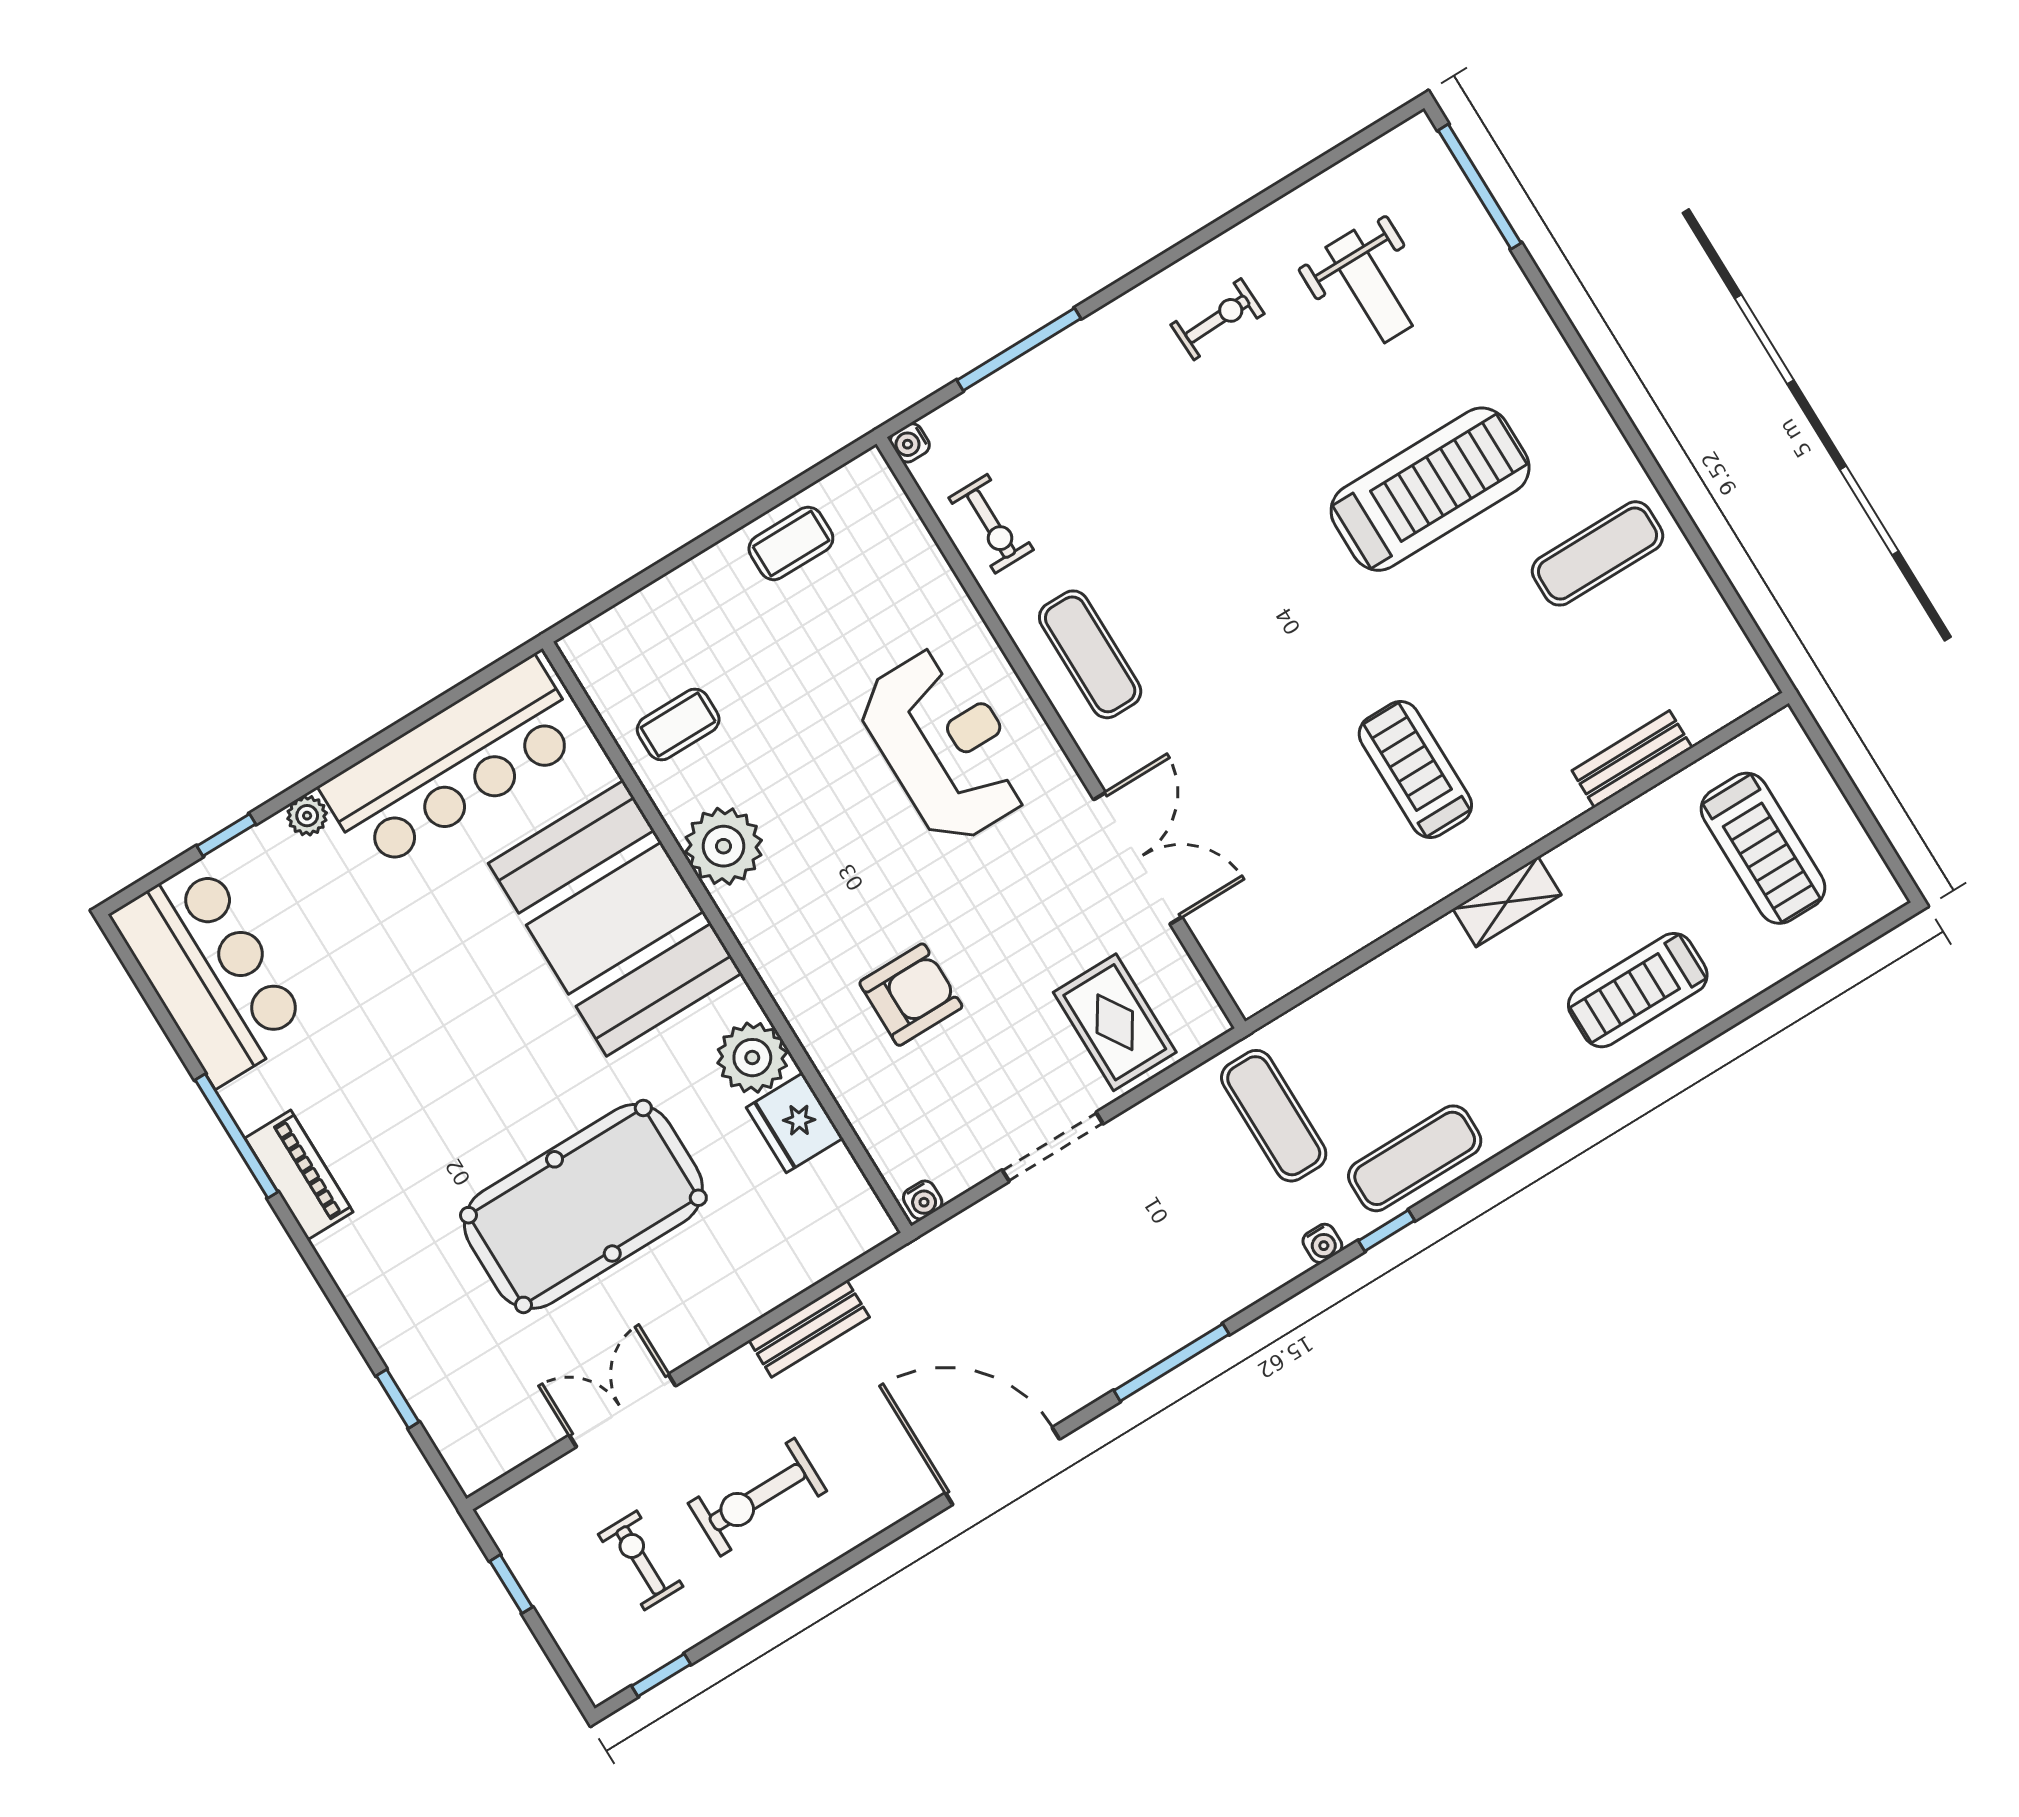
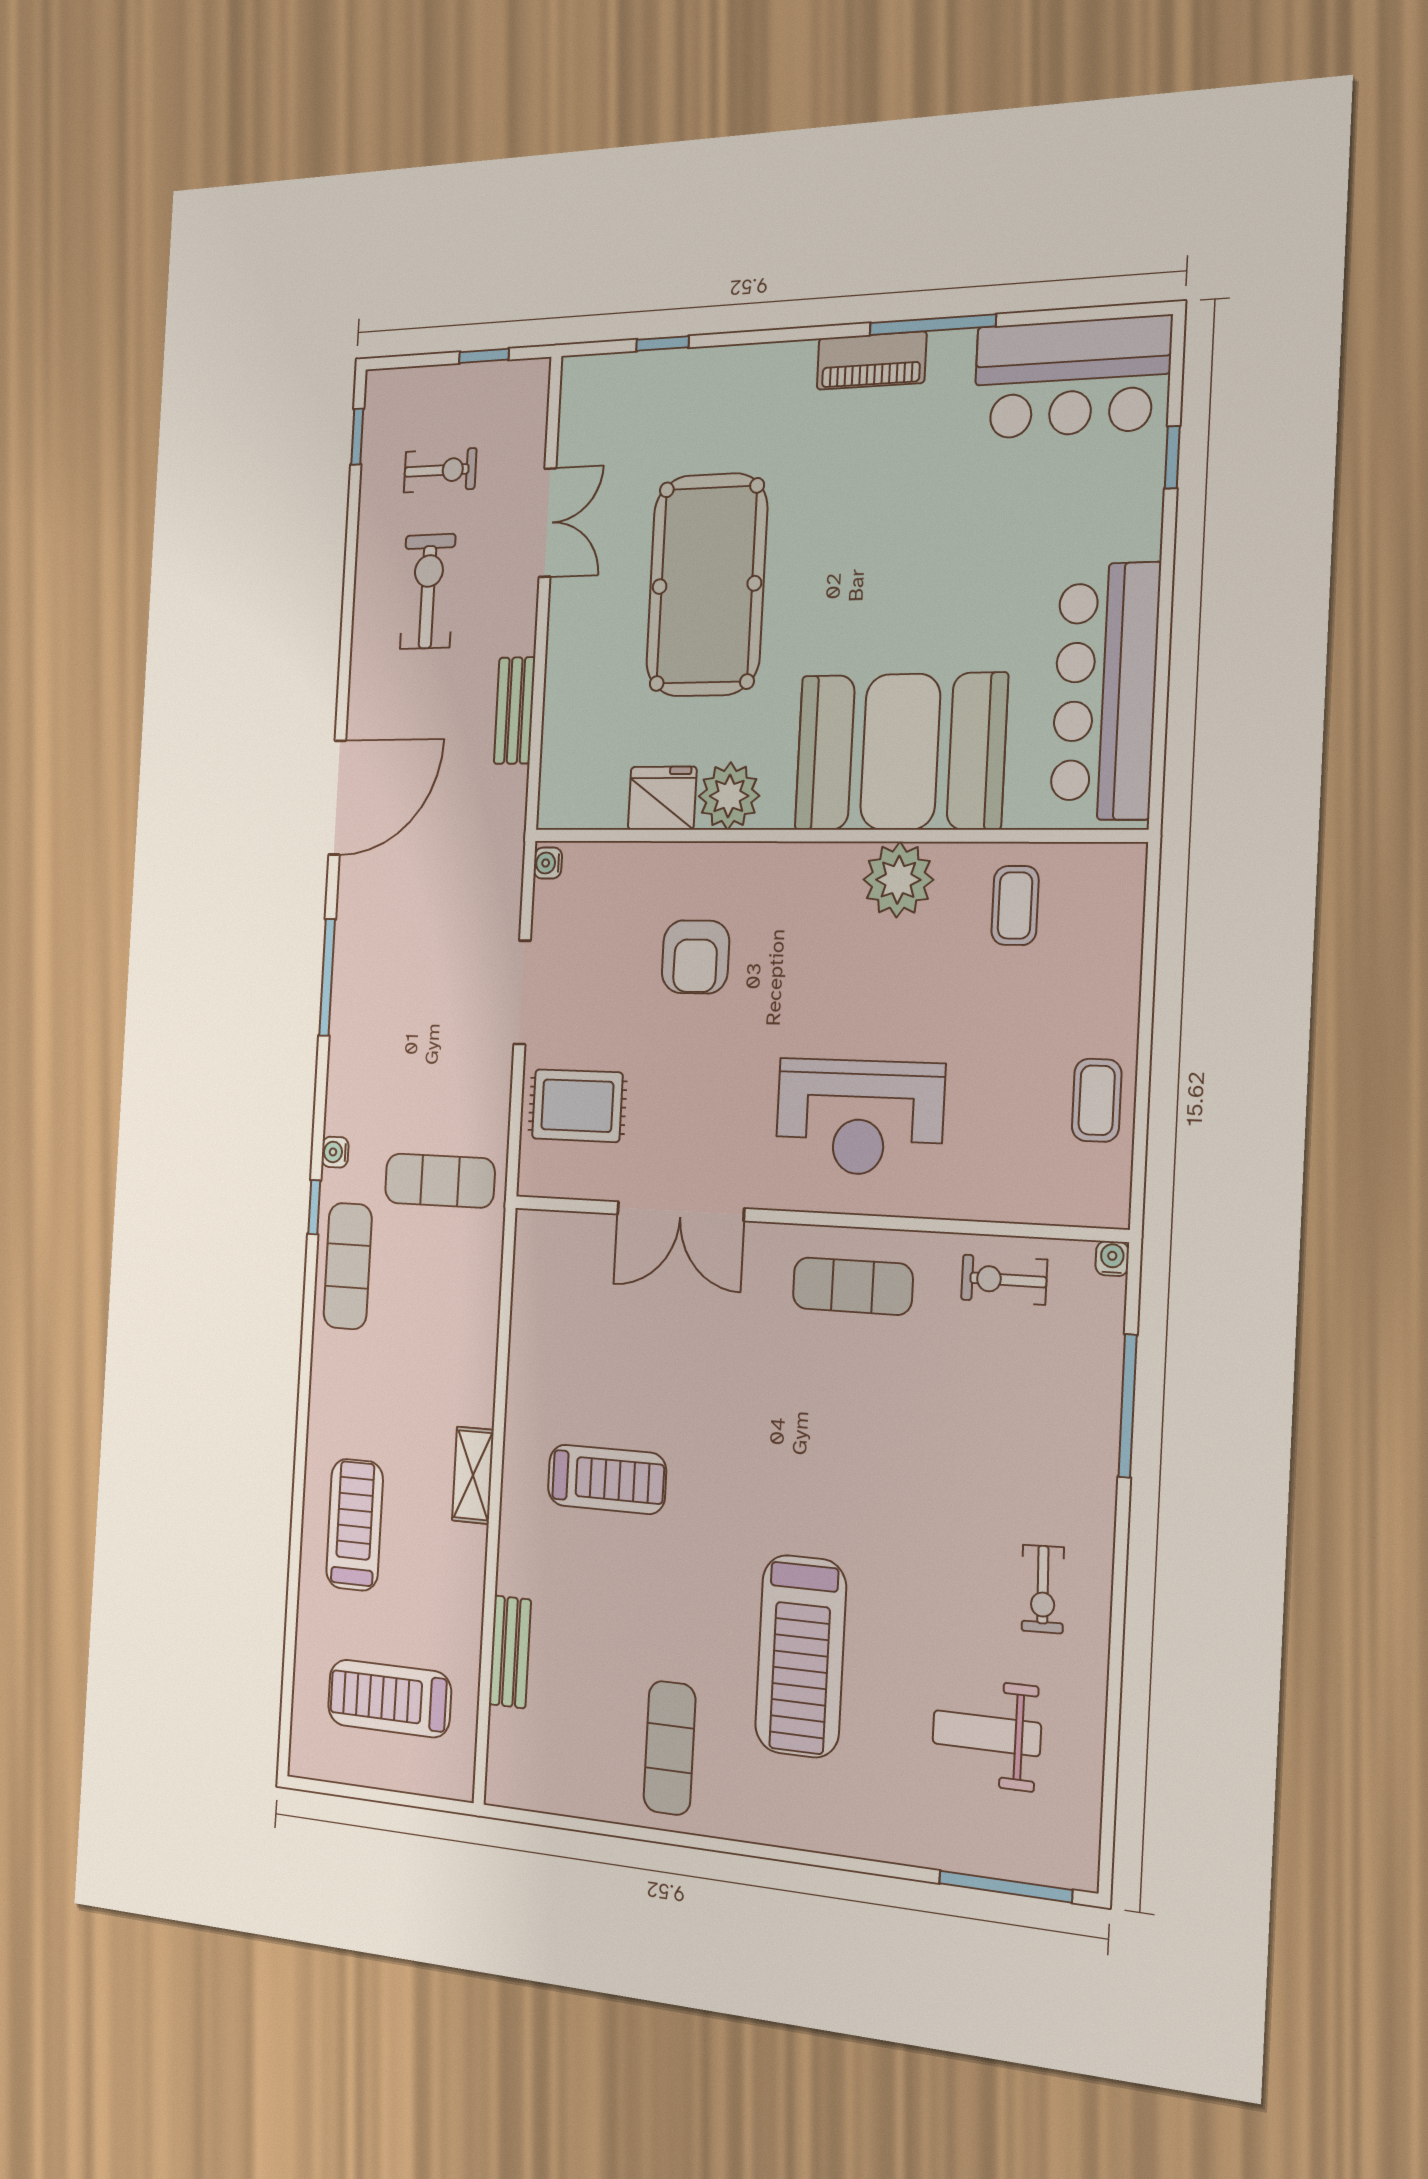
plant: (307, 816) -> (1143, 538), removed

